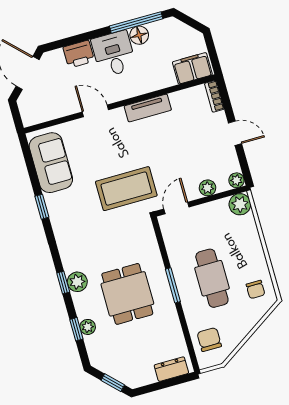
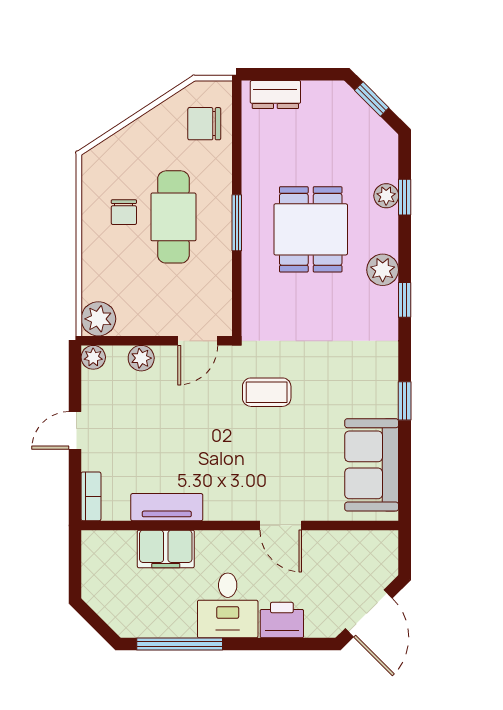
floor lamp: (139, 35) -> (180, 623), removed
filing cabinet: (192, 68) -> (166, 549), moved
tv unit: (148, 108) -> (167, 507), moved
door: (235, 133) -> (75, 430), hinge flipped
coffee table: (126, 189) -> (267, 392), width x0.54, depth x0.58
window: (63, 283) -> (405, 300), moved
chair: (256, 290) -> (124, 212), moved, turned 180
chair: (209, 339) -> (204, 124), turned 90

